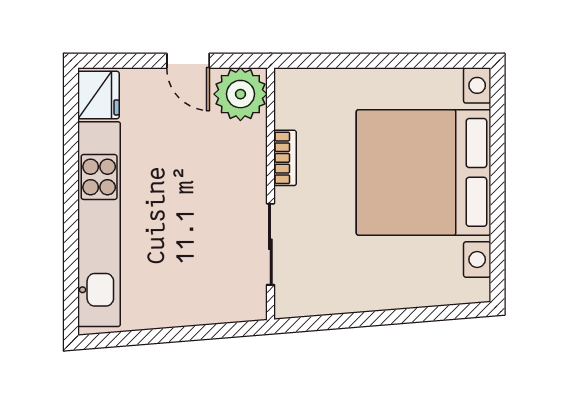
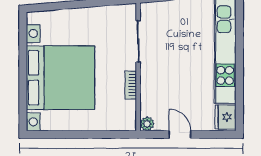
plant: (240, 94) -> (147, 124), width x0.53, depth x0.53

